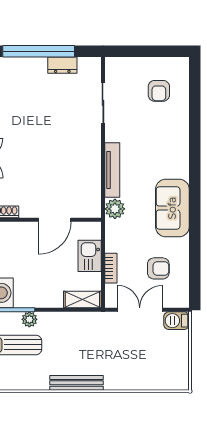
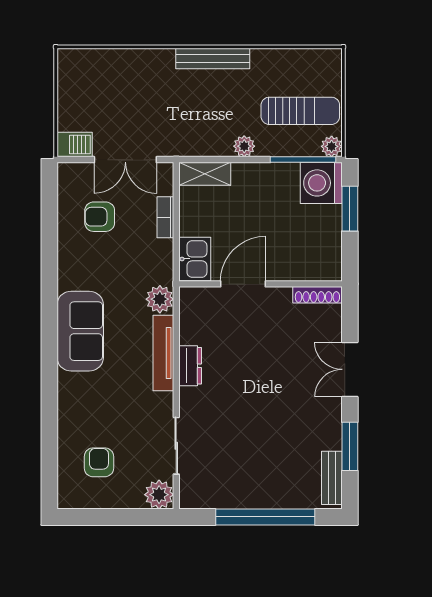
dresser: (62, 65) -> (190, 366), moved, turned 90
plant: (115, 67) -> (159, 495), added
sofa: (172, 208) -> (80, 331), moved
kitchen sink: (90, 256) -> (195, 259), moved
plant: (29, 319) -> (244, 146), moved

